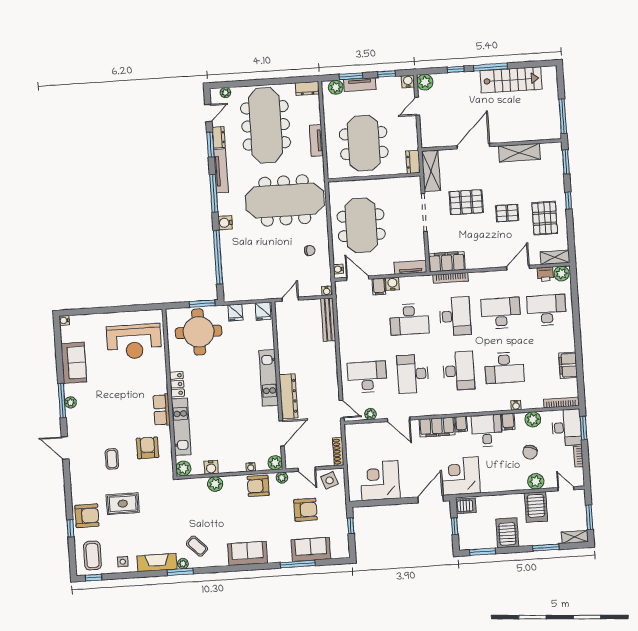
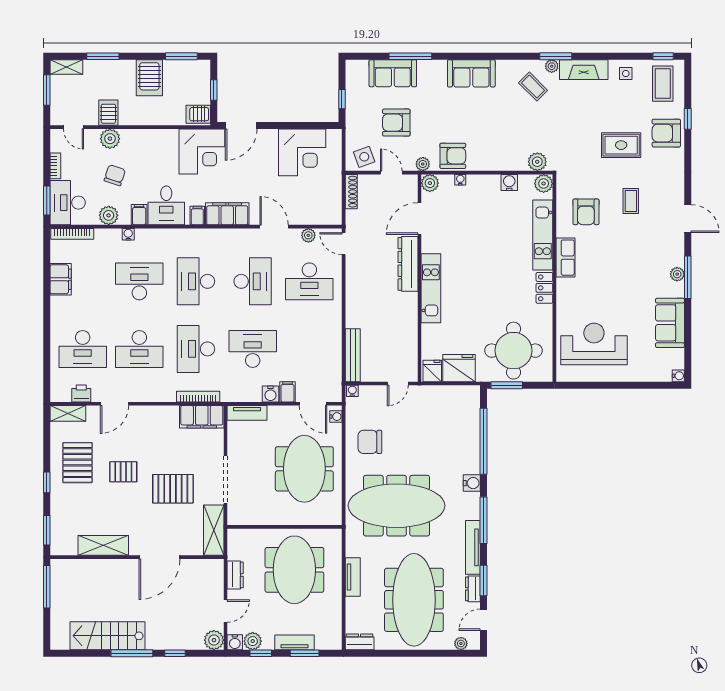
plant: (336, 87) -> (253, 641), moved
dresser: (413, 162) -> (235, 575), moved
chair: (310, 250) -> (370, 442), width x1.87, depth x1.87
plant: (562, 274) -> (61, 393), removed
fridge: (235, 312) -> (459, 368), width x1.88, depth x1.34
plant: (215, 484) -> (537, 162), moved
server rack: (536, 507) -> (108, 113), width x0.73, depth x0.70

